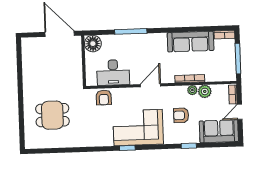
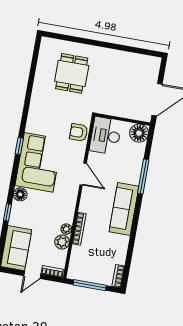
sofa: (191, 42) -> (124, 209), moved
desk: (113, 73) -> (106, 136), moved
door: (150, 85) -> (83, 174), moved
door: (240, 112) -> (32, 275), swing flipped
armchair: (181, 115) -> (42, 211), removed
floor lamp: (170, 138) -> (20, 194), added

